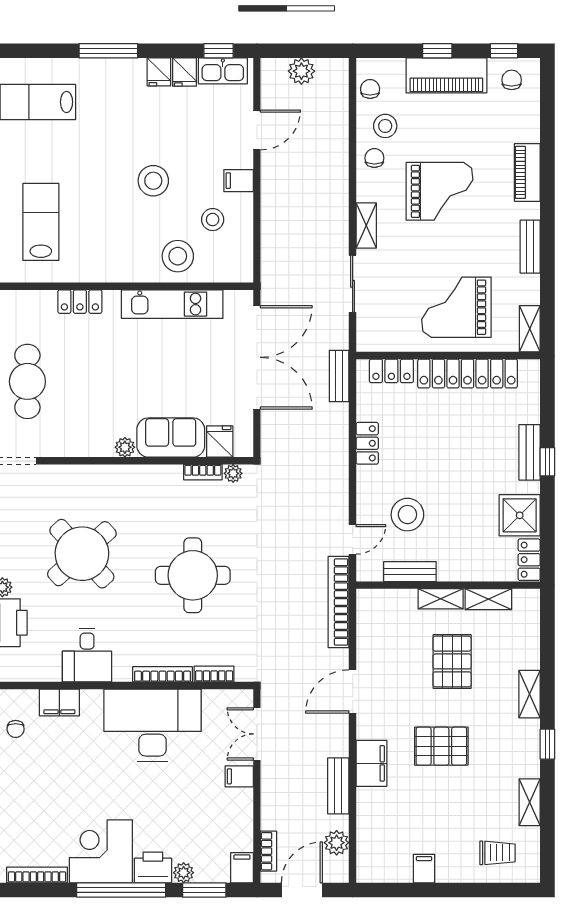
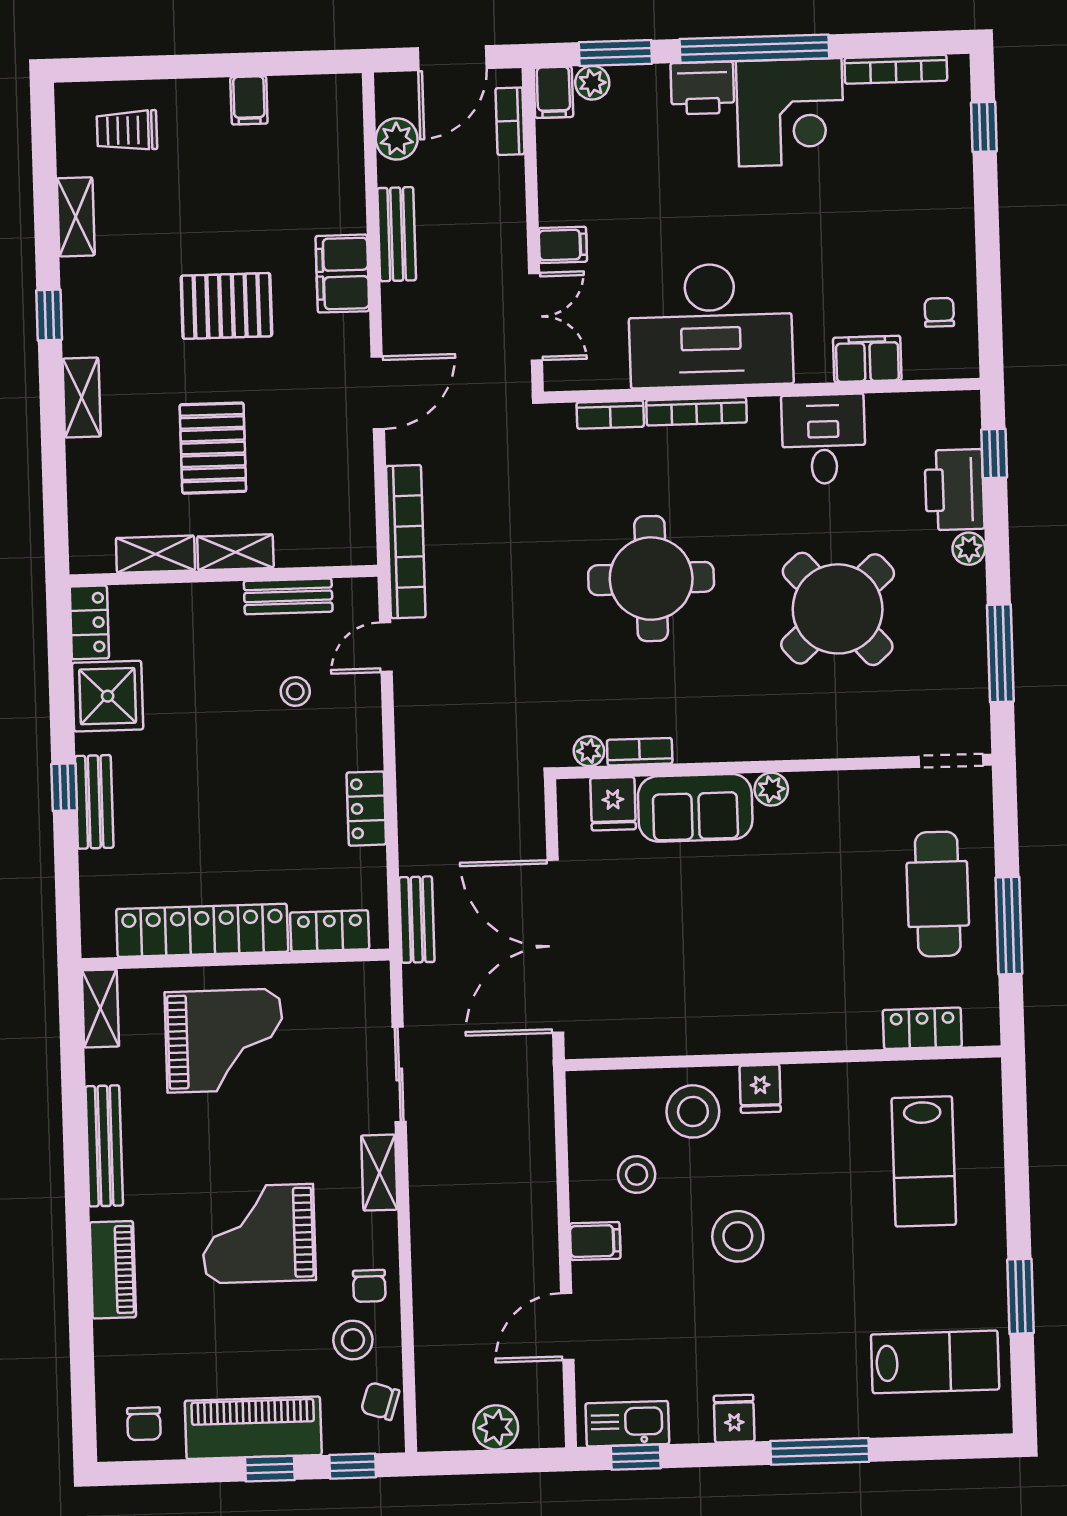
window: (504, 51) -> (353, 1466), moved
fridge: (184, 72) -> (760, 1089), moved, turned 180
chair: (370, 89) -> (380, 1401), turned 108
bench: (530, 247) -> (104, 1146), width x1.36
locker: (80, 302) -> (922, 1028), moved
kitchen unit: (172, 304) -> (700, 1031), removed
stool: (407, 515) -> (295, 691), width x0.53, depth x0.53
plant: (184, 873) -> (592, 83), moved

